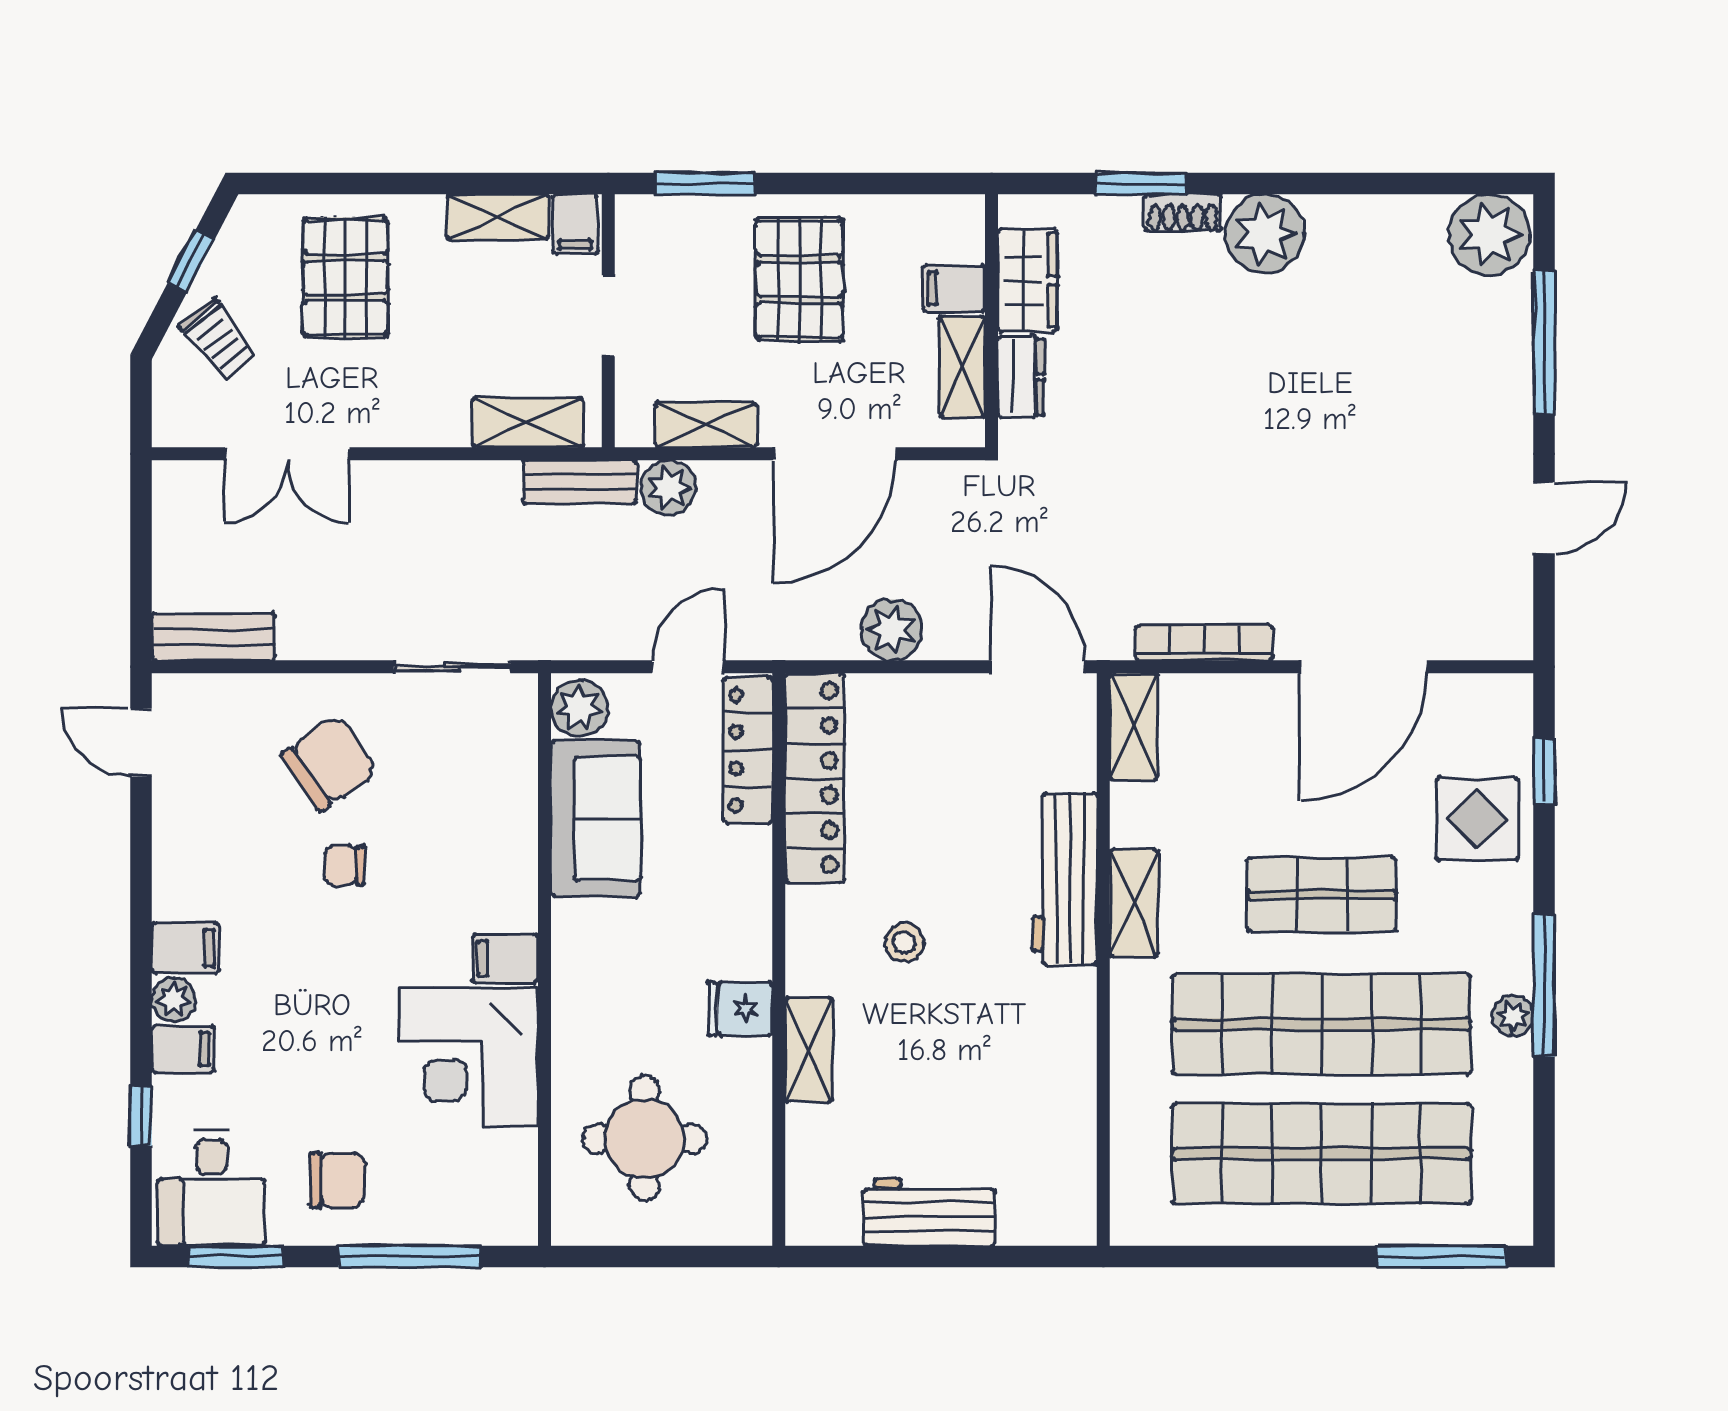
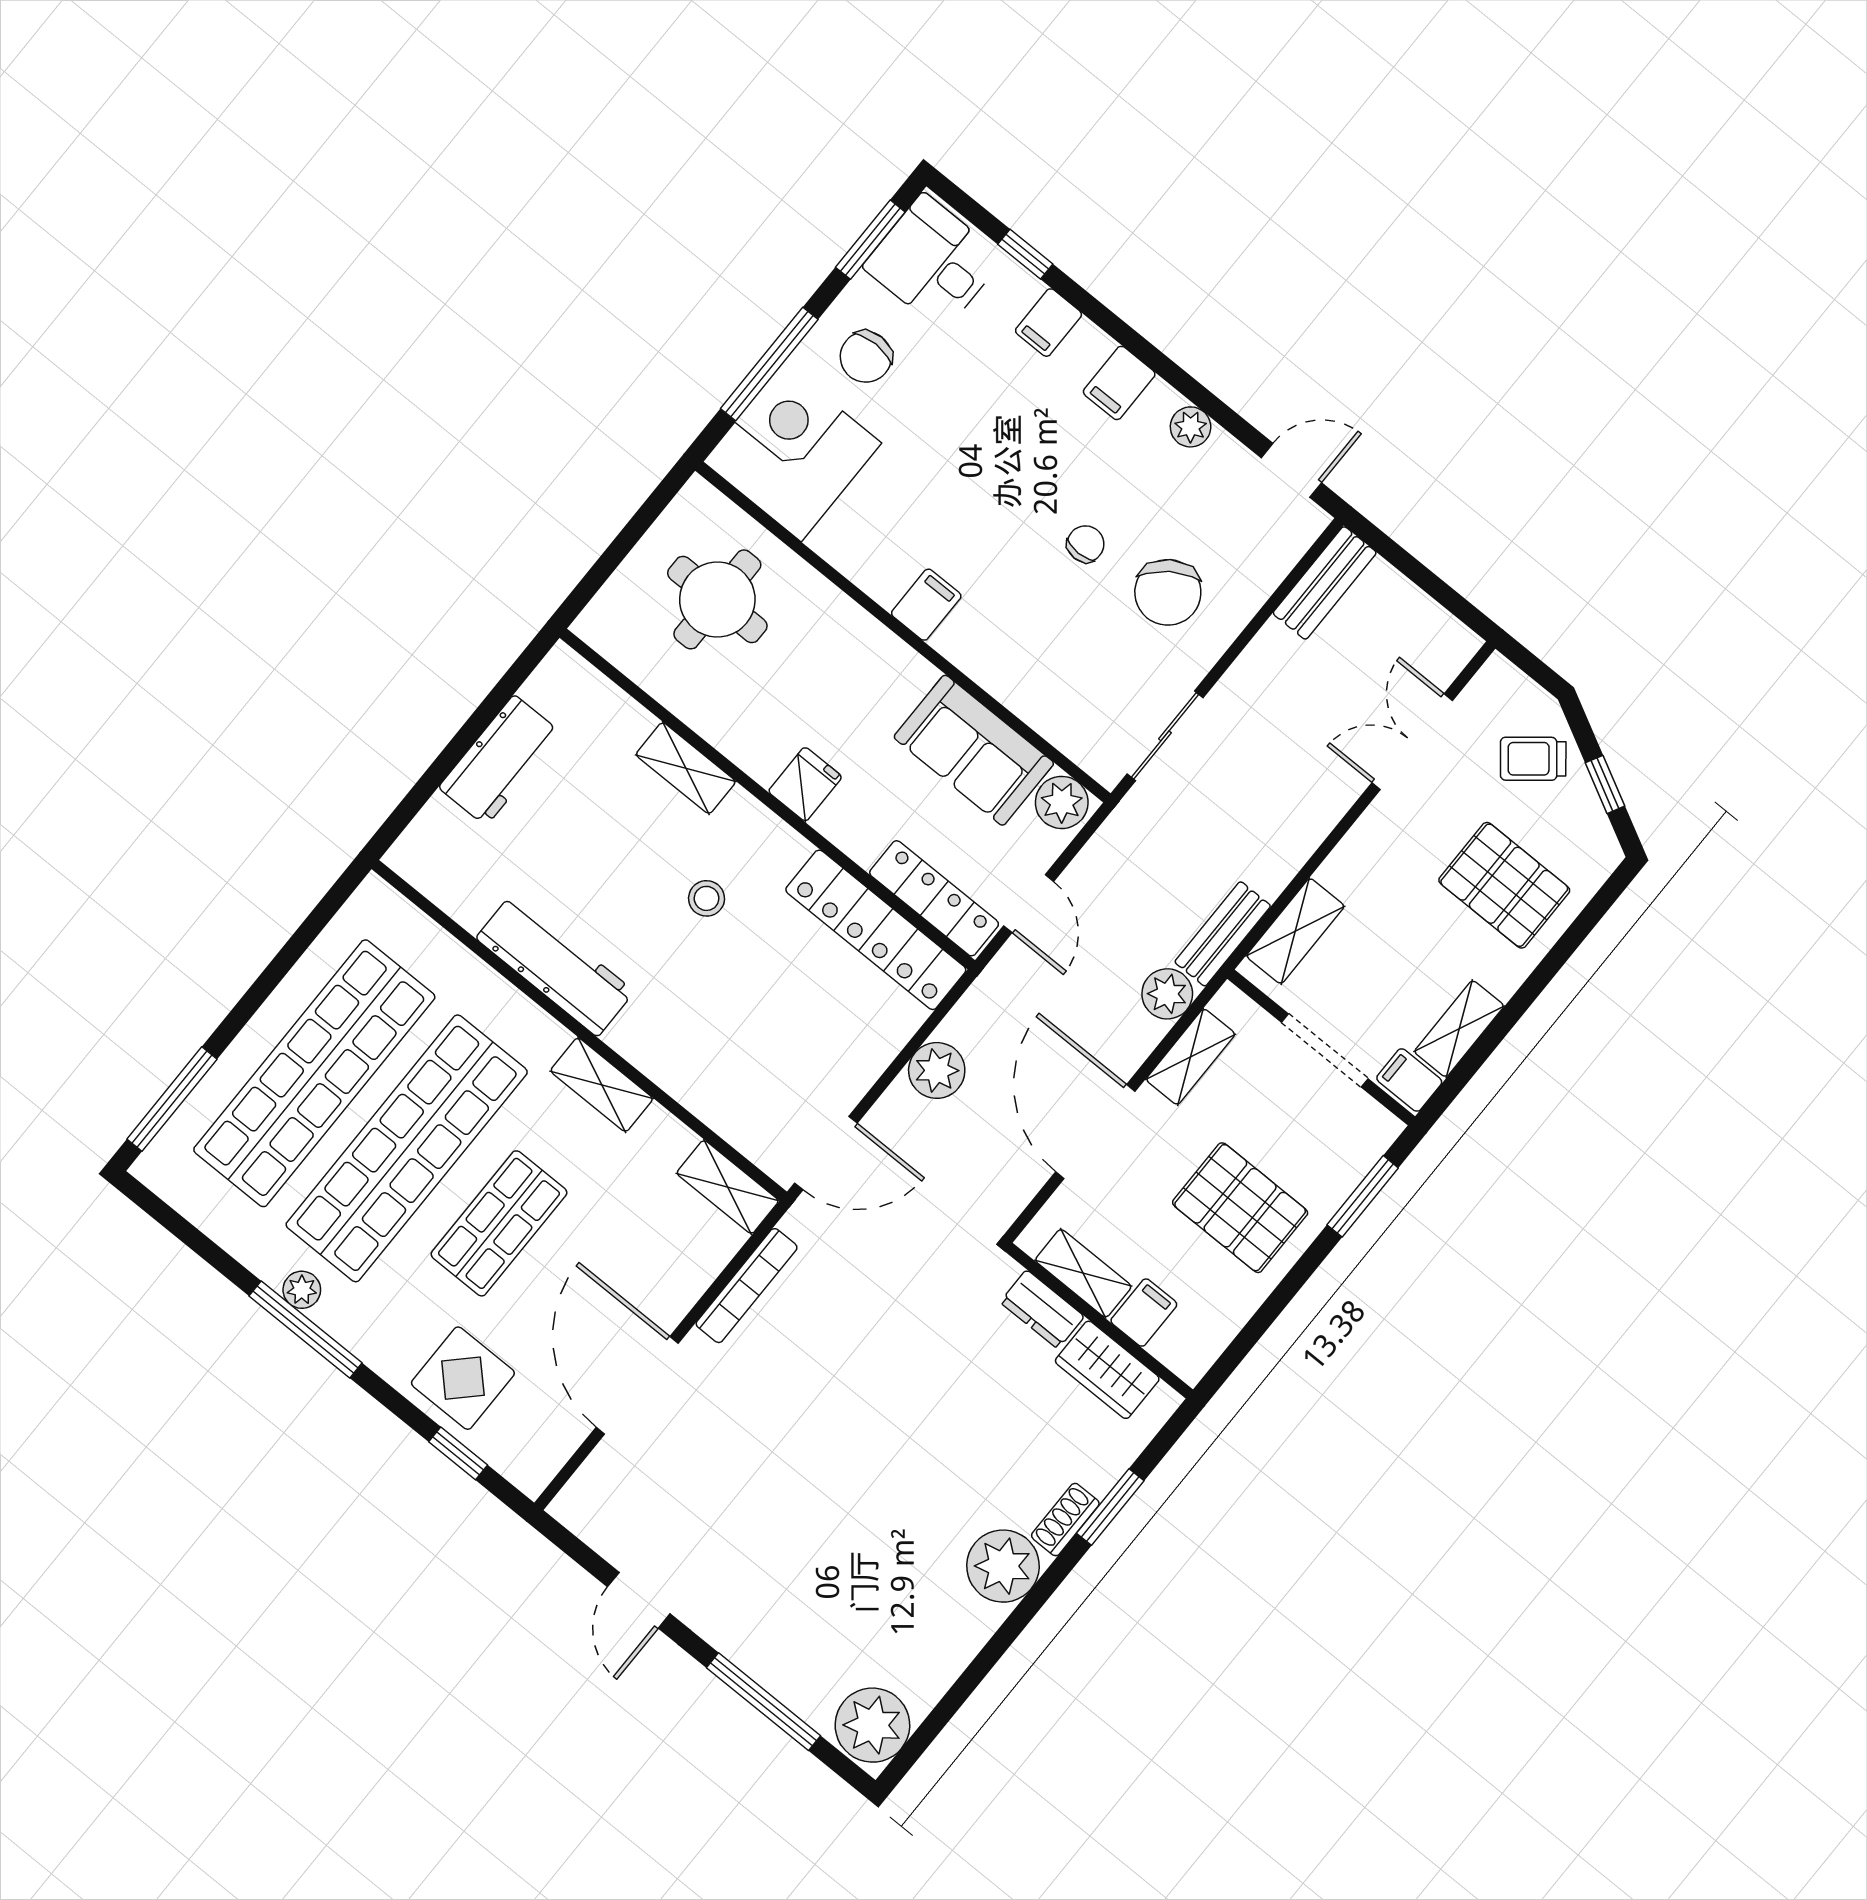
doorway: (608, 316) -> (1325, 1050), width x1.38
workbench: (1065, 879) -> (555, 965), moved
plant: (174, 999) -> (1191, 427), moved
fridge: (740, 1009) -> (805, 784), moved
corner desk: (469, 1057) -> (792, 452), moved

